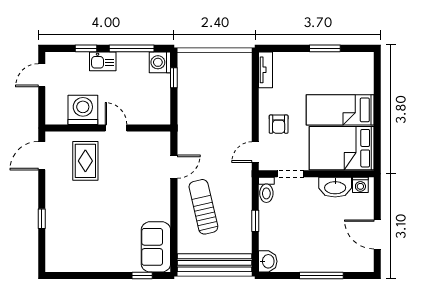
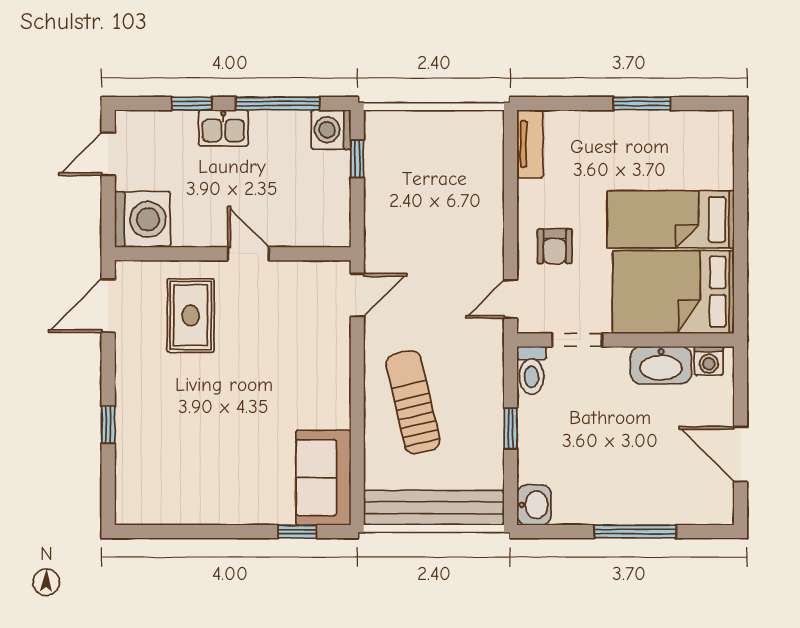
washing machine: (83, 110) -> (142, 219), moved, turned 90
door: (174, 167) -> (357, 295), moved

